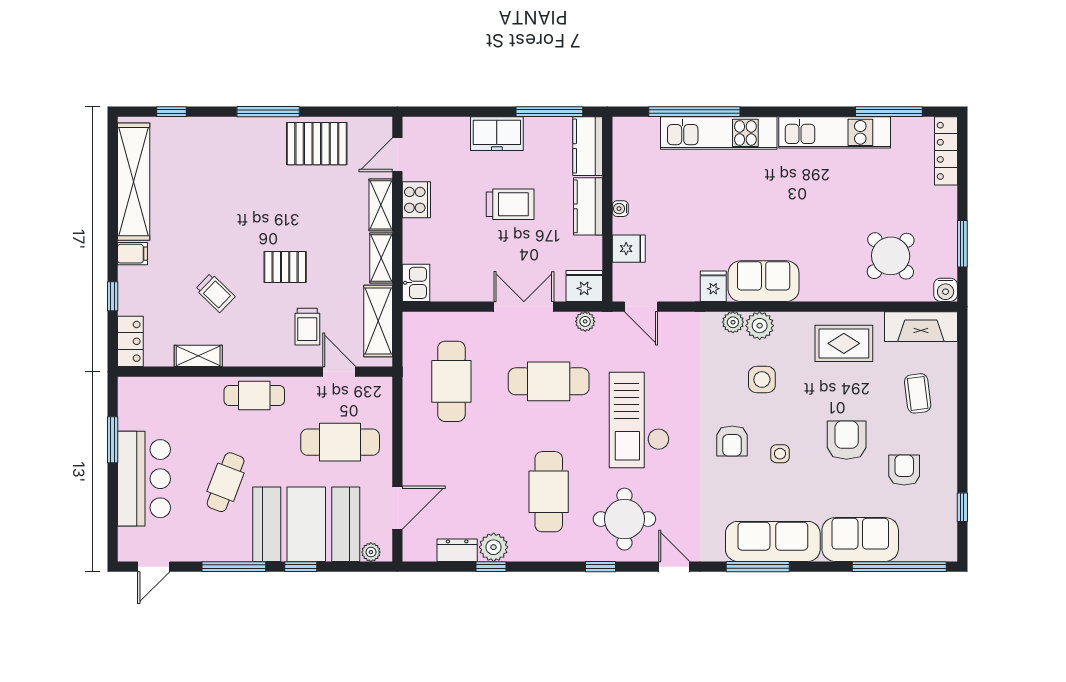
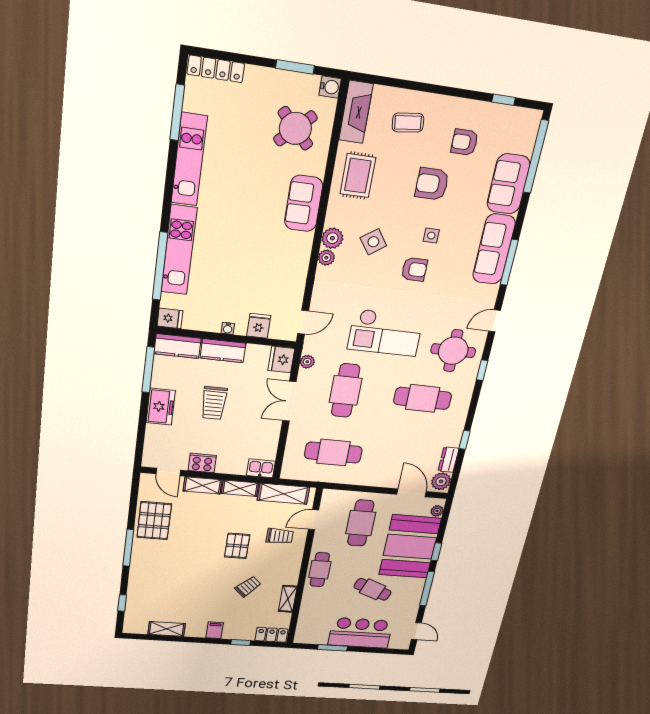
shelving: (134, 182) -> (167, 629), width x0.45, depth x0.75
trolley: (510, 204) -> (214, 403), turned 180
sofa: (764, 281) -> (304, 203), moved
fridge: (713, 286) -> (170, 318), moved, turned 180
side table: (762, 380) -> (373, 242), turned -35
plant: (494, 547) -> (441, 481), moved

